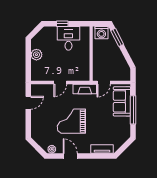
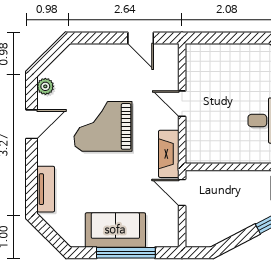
plant: (36, 55) -> (239, 55), removed
sofa: (122, 101) -> (115, 230), moved
grand piano: (71, 121) -> (103, 126), turned -90

